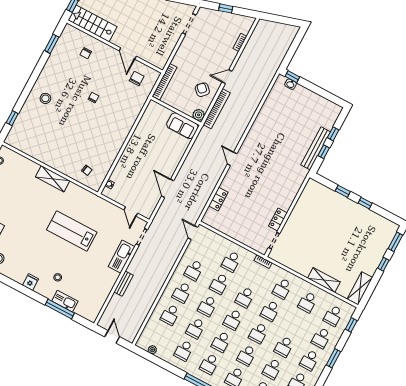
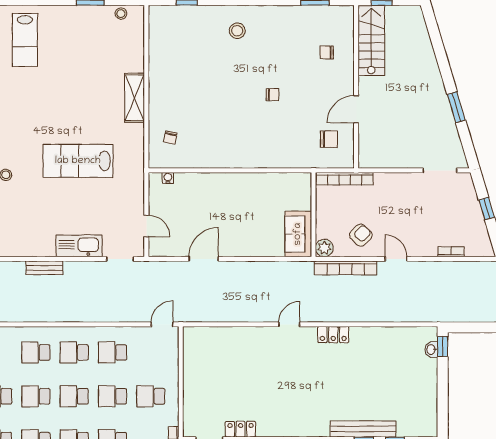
locker: (218, 199) -> (333, 335), moved
door: (131, 211) -> (146, 226), swing flipped
lab bench: (72, 231) -> (78, 161), turned -90

